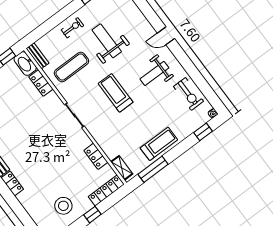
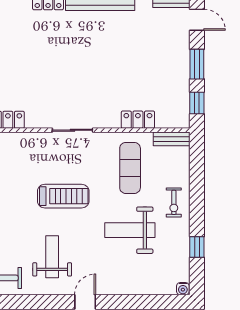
weight bench: (107, 41) -> (130, 230), turned 180
washbasin: (25, 64) -> (173, 118), removed

